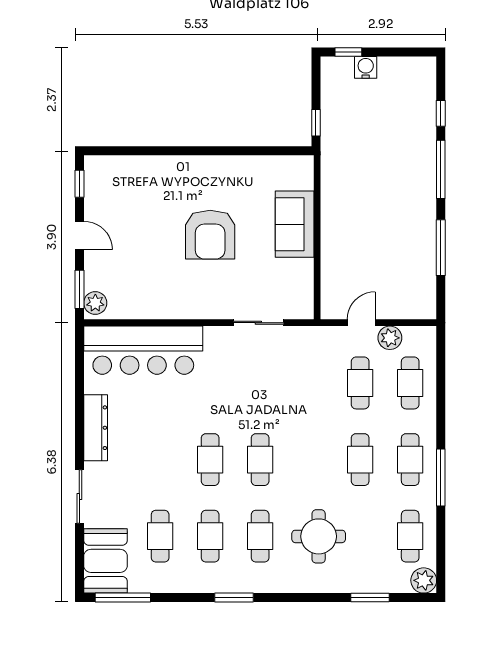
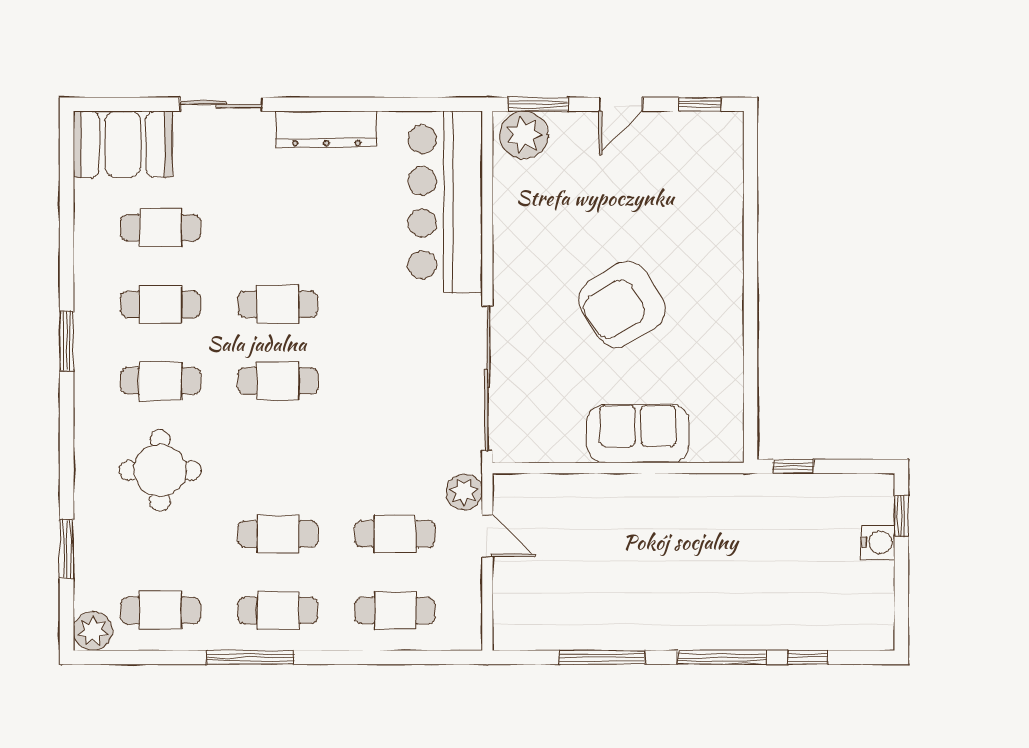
armchair: (210, 235) -> (622, 304), turned -31
plant: (95, 303) -> (524, 135), width x1.36, depth x1.36
sliding door: (258, 323) -> (487, 378), width x1.86
plant: (390, 338) -> (464, 492), moved
window: (123, 598) -> (67, 171), removed

